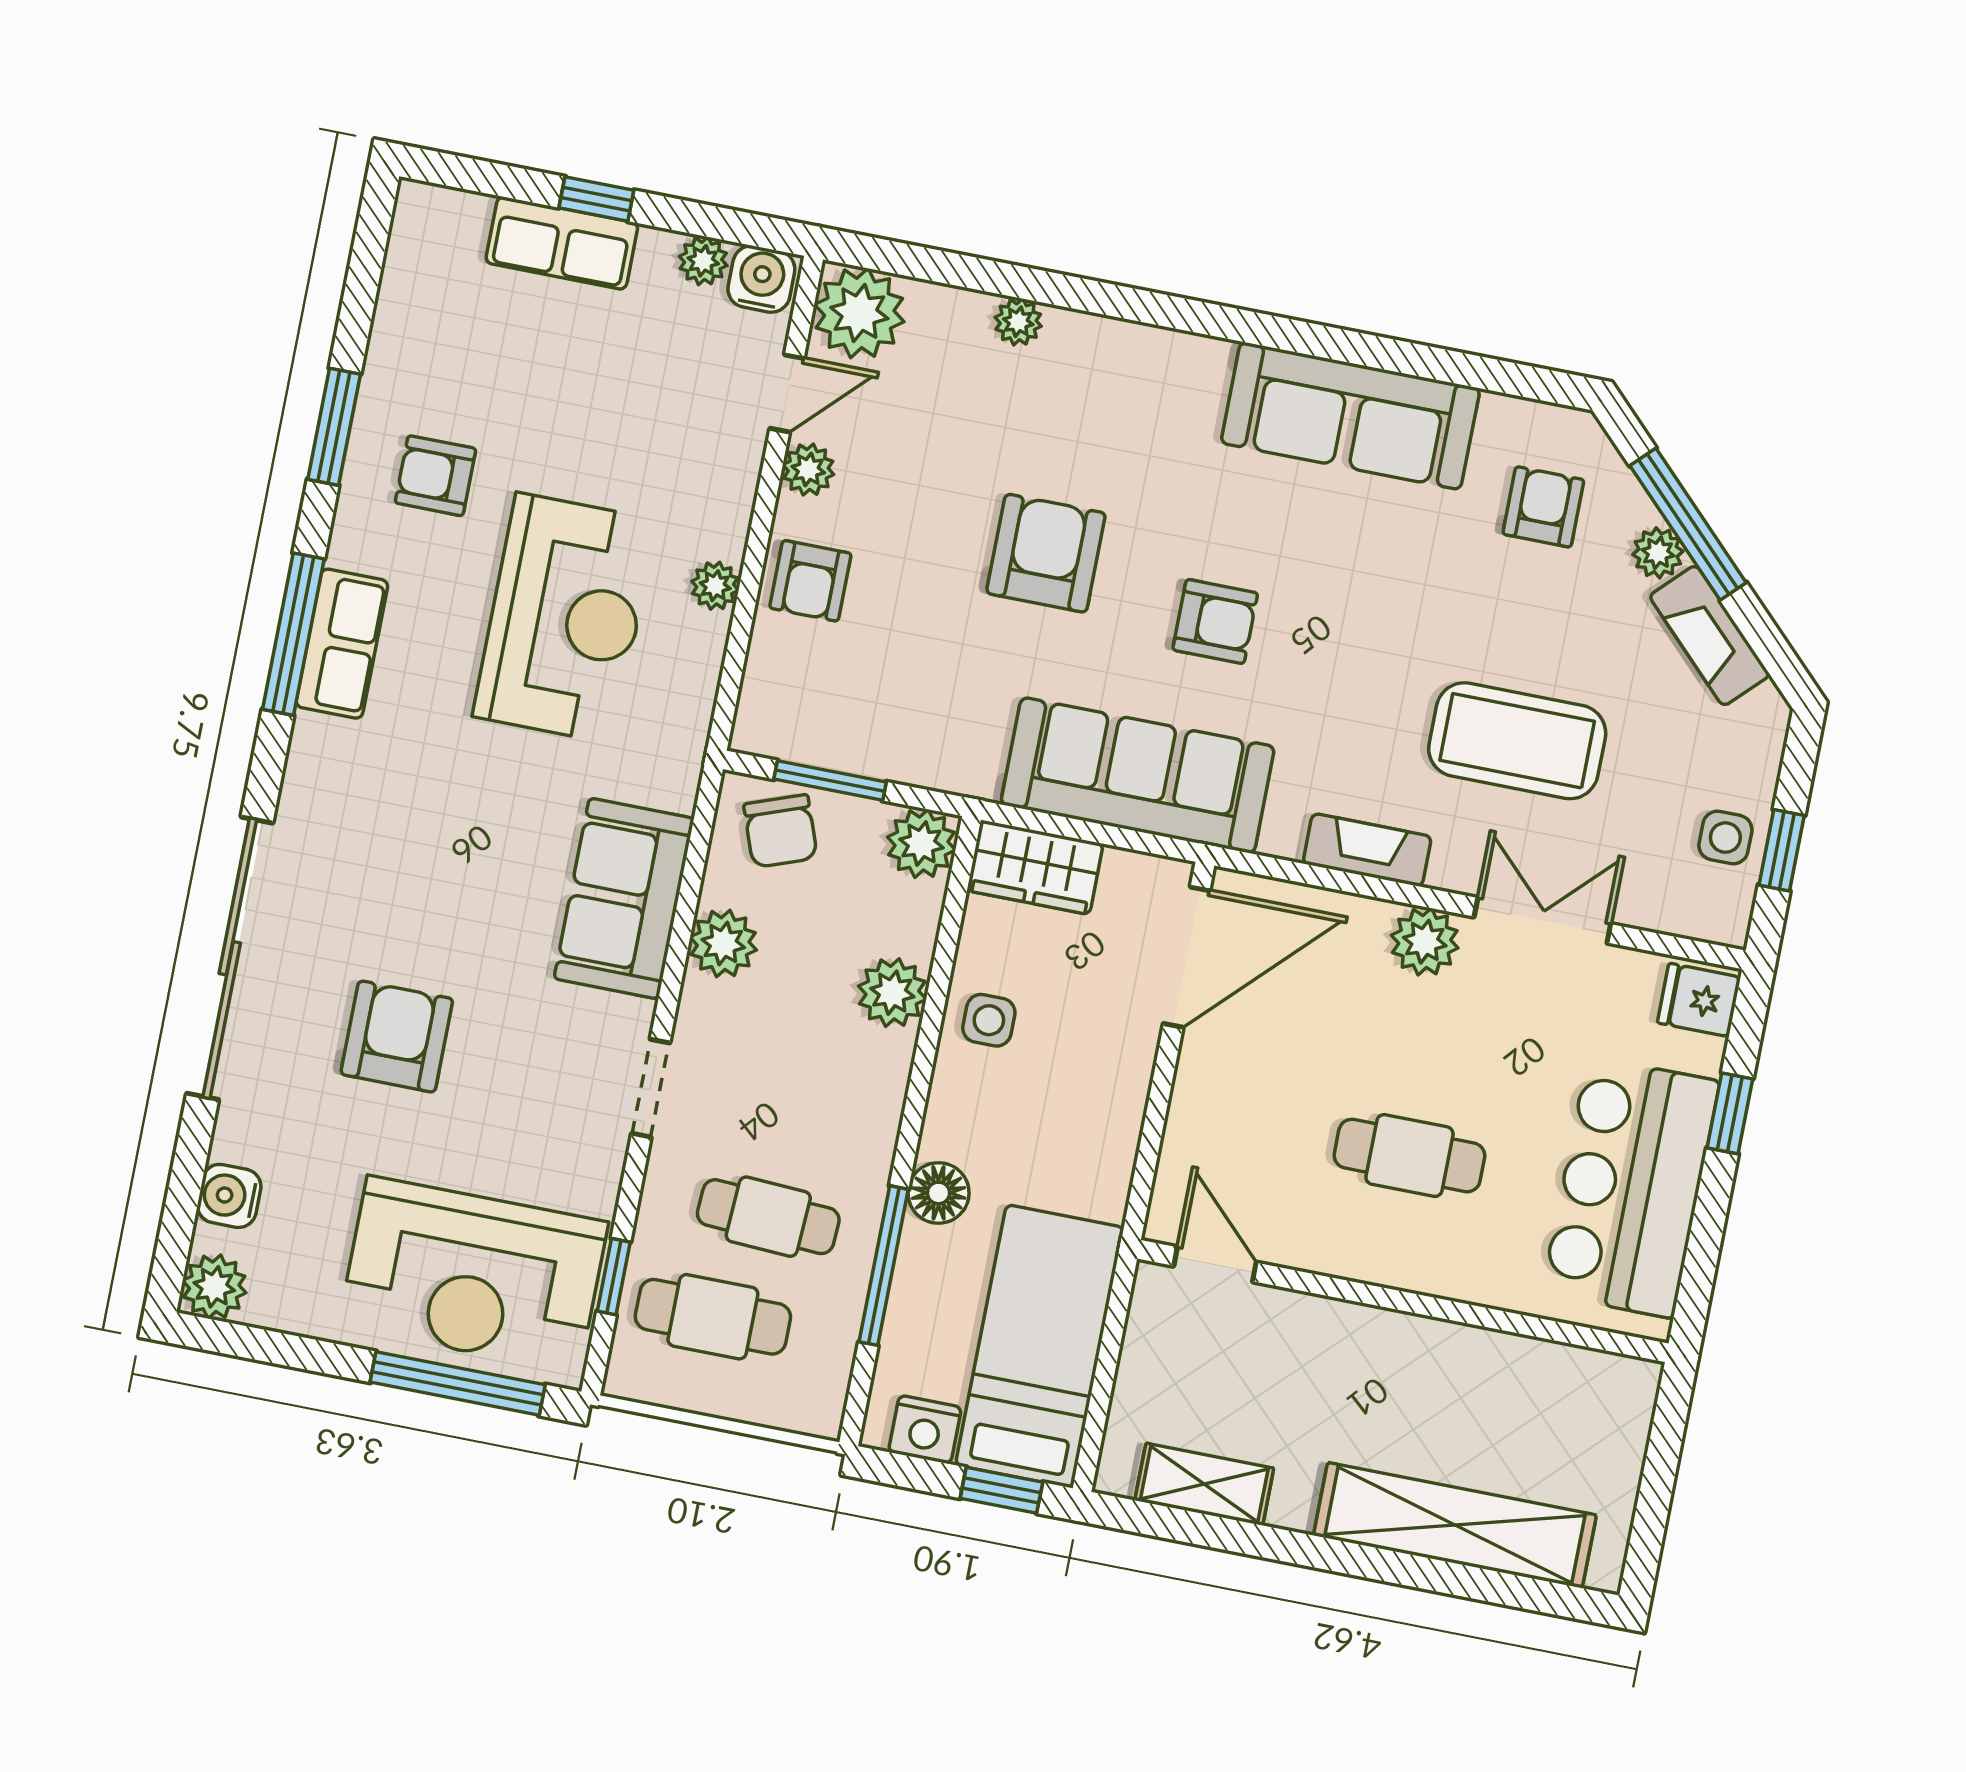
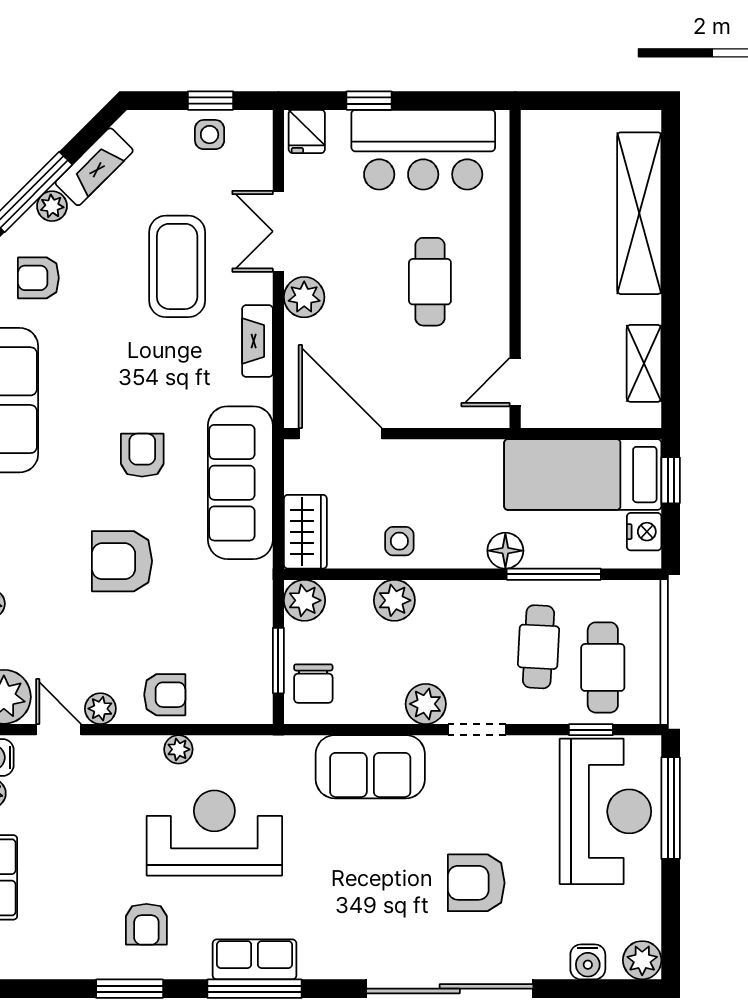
chair: (780, 831) -> (313, 684), turned 110
plant: (723, 944) -> (426, 704), moved

